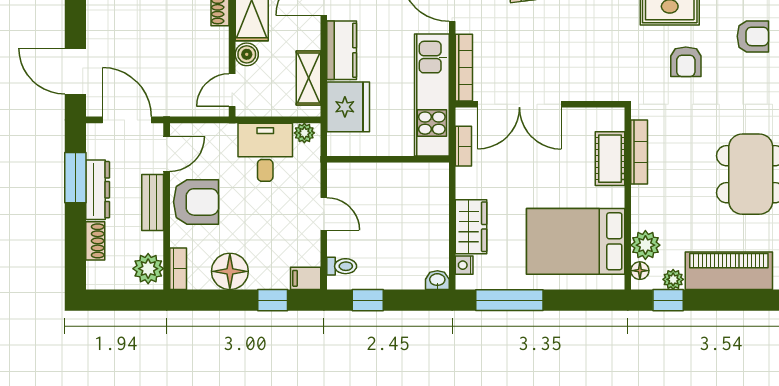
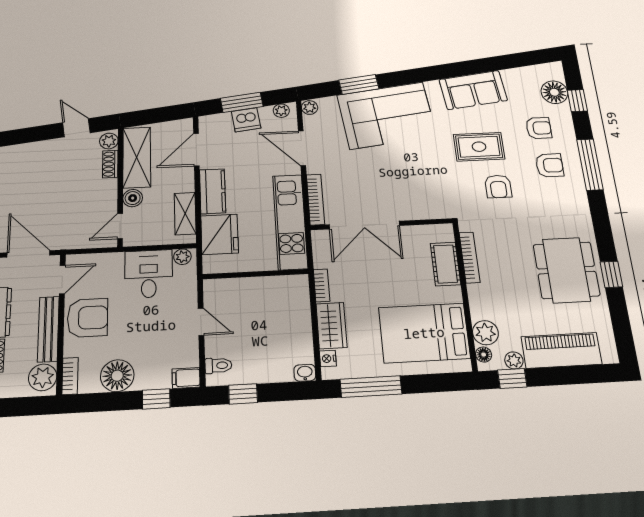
bookcase: (463, 146) -> (322, 285), moved
bench: (153, 203) -> (48, 329), width x1.36

